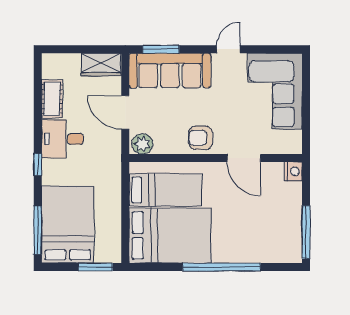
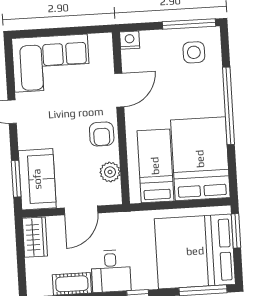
sofa: (170, 70) -> (37, 179), width x0.73
plant: (142, 144) -> (110, 172), moved
bed: (68, 224) -> (195, 251), width x1.36
side table: (277, 235) -> (194, 52), added

